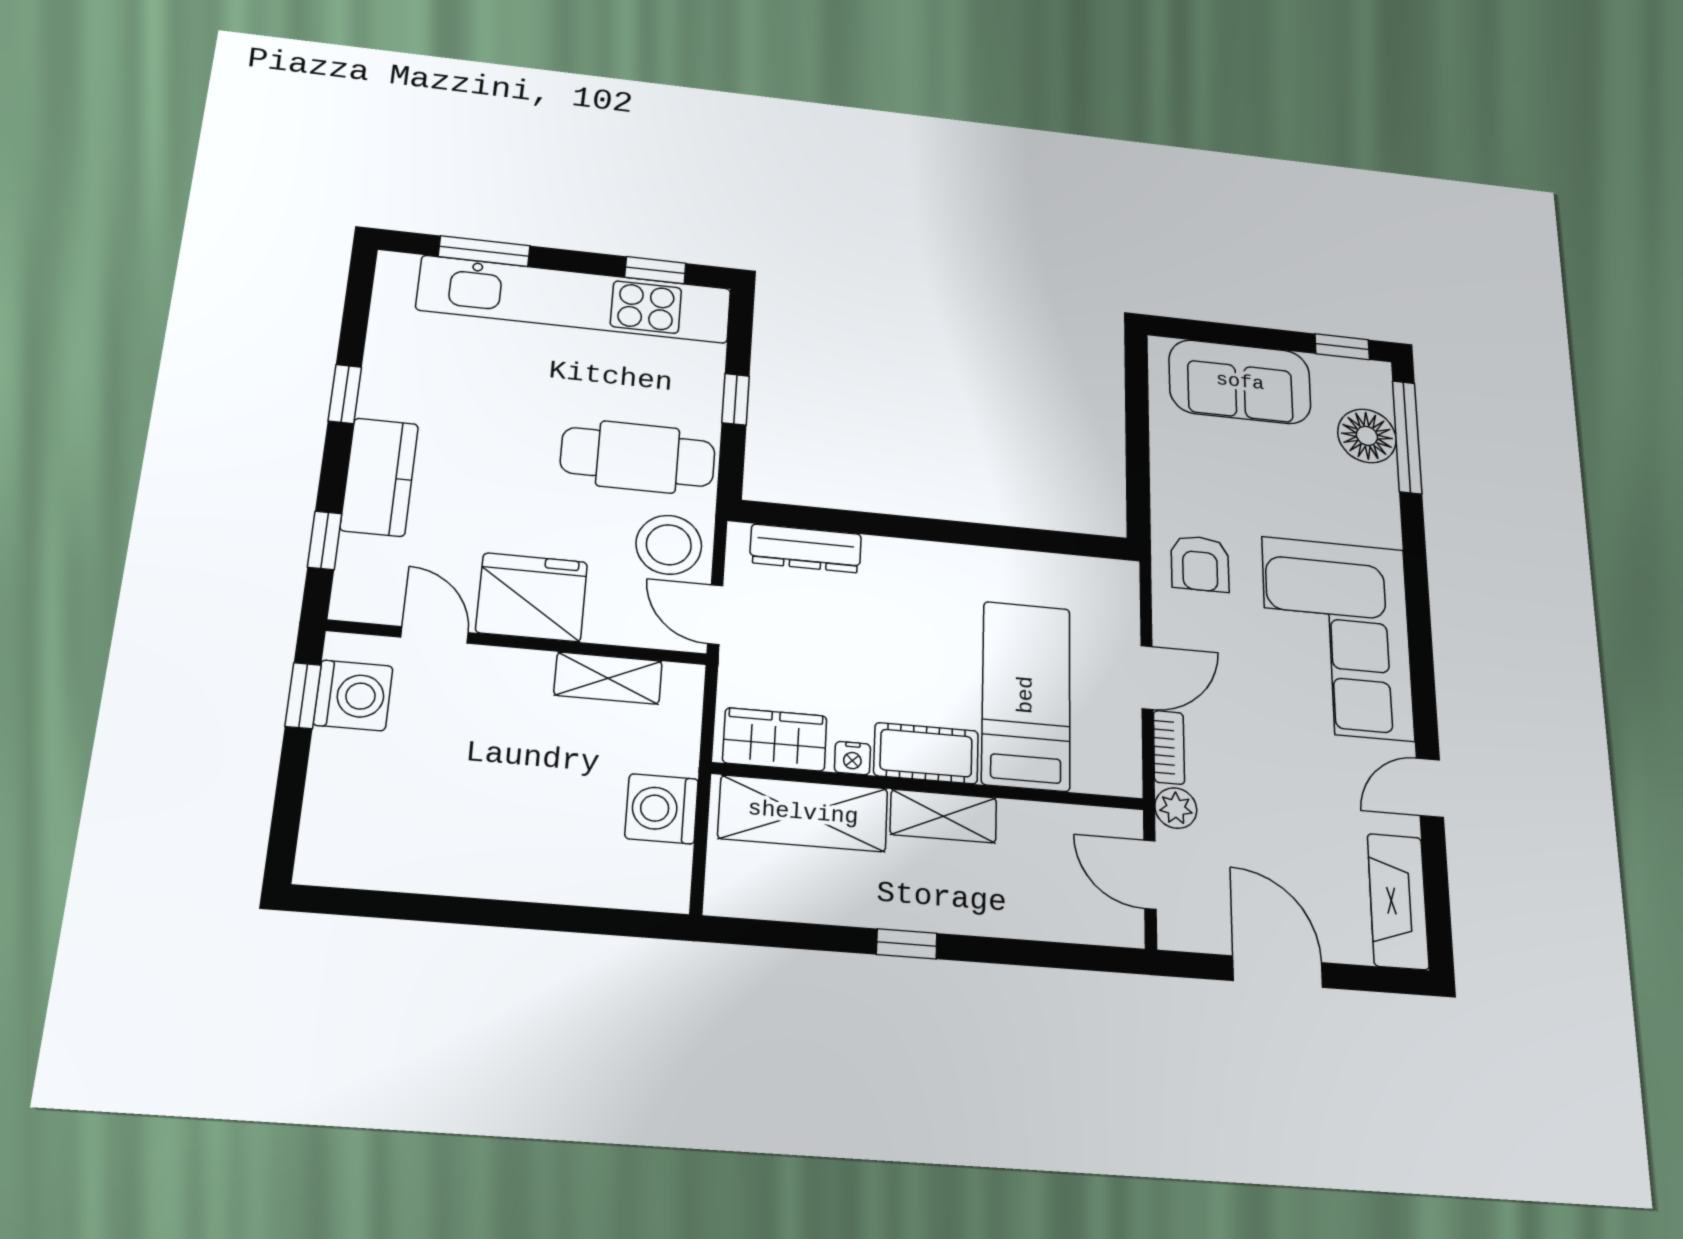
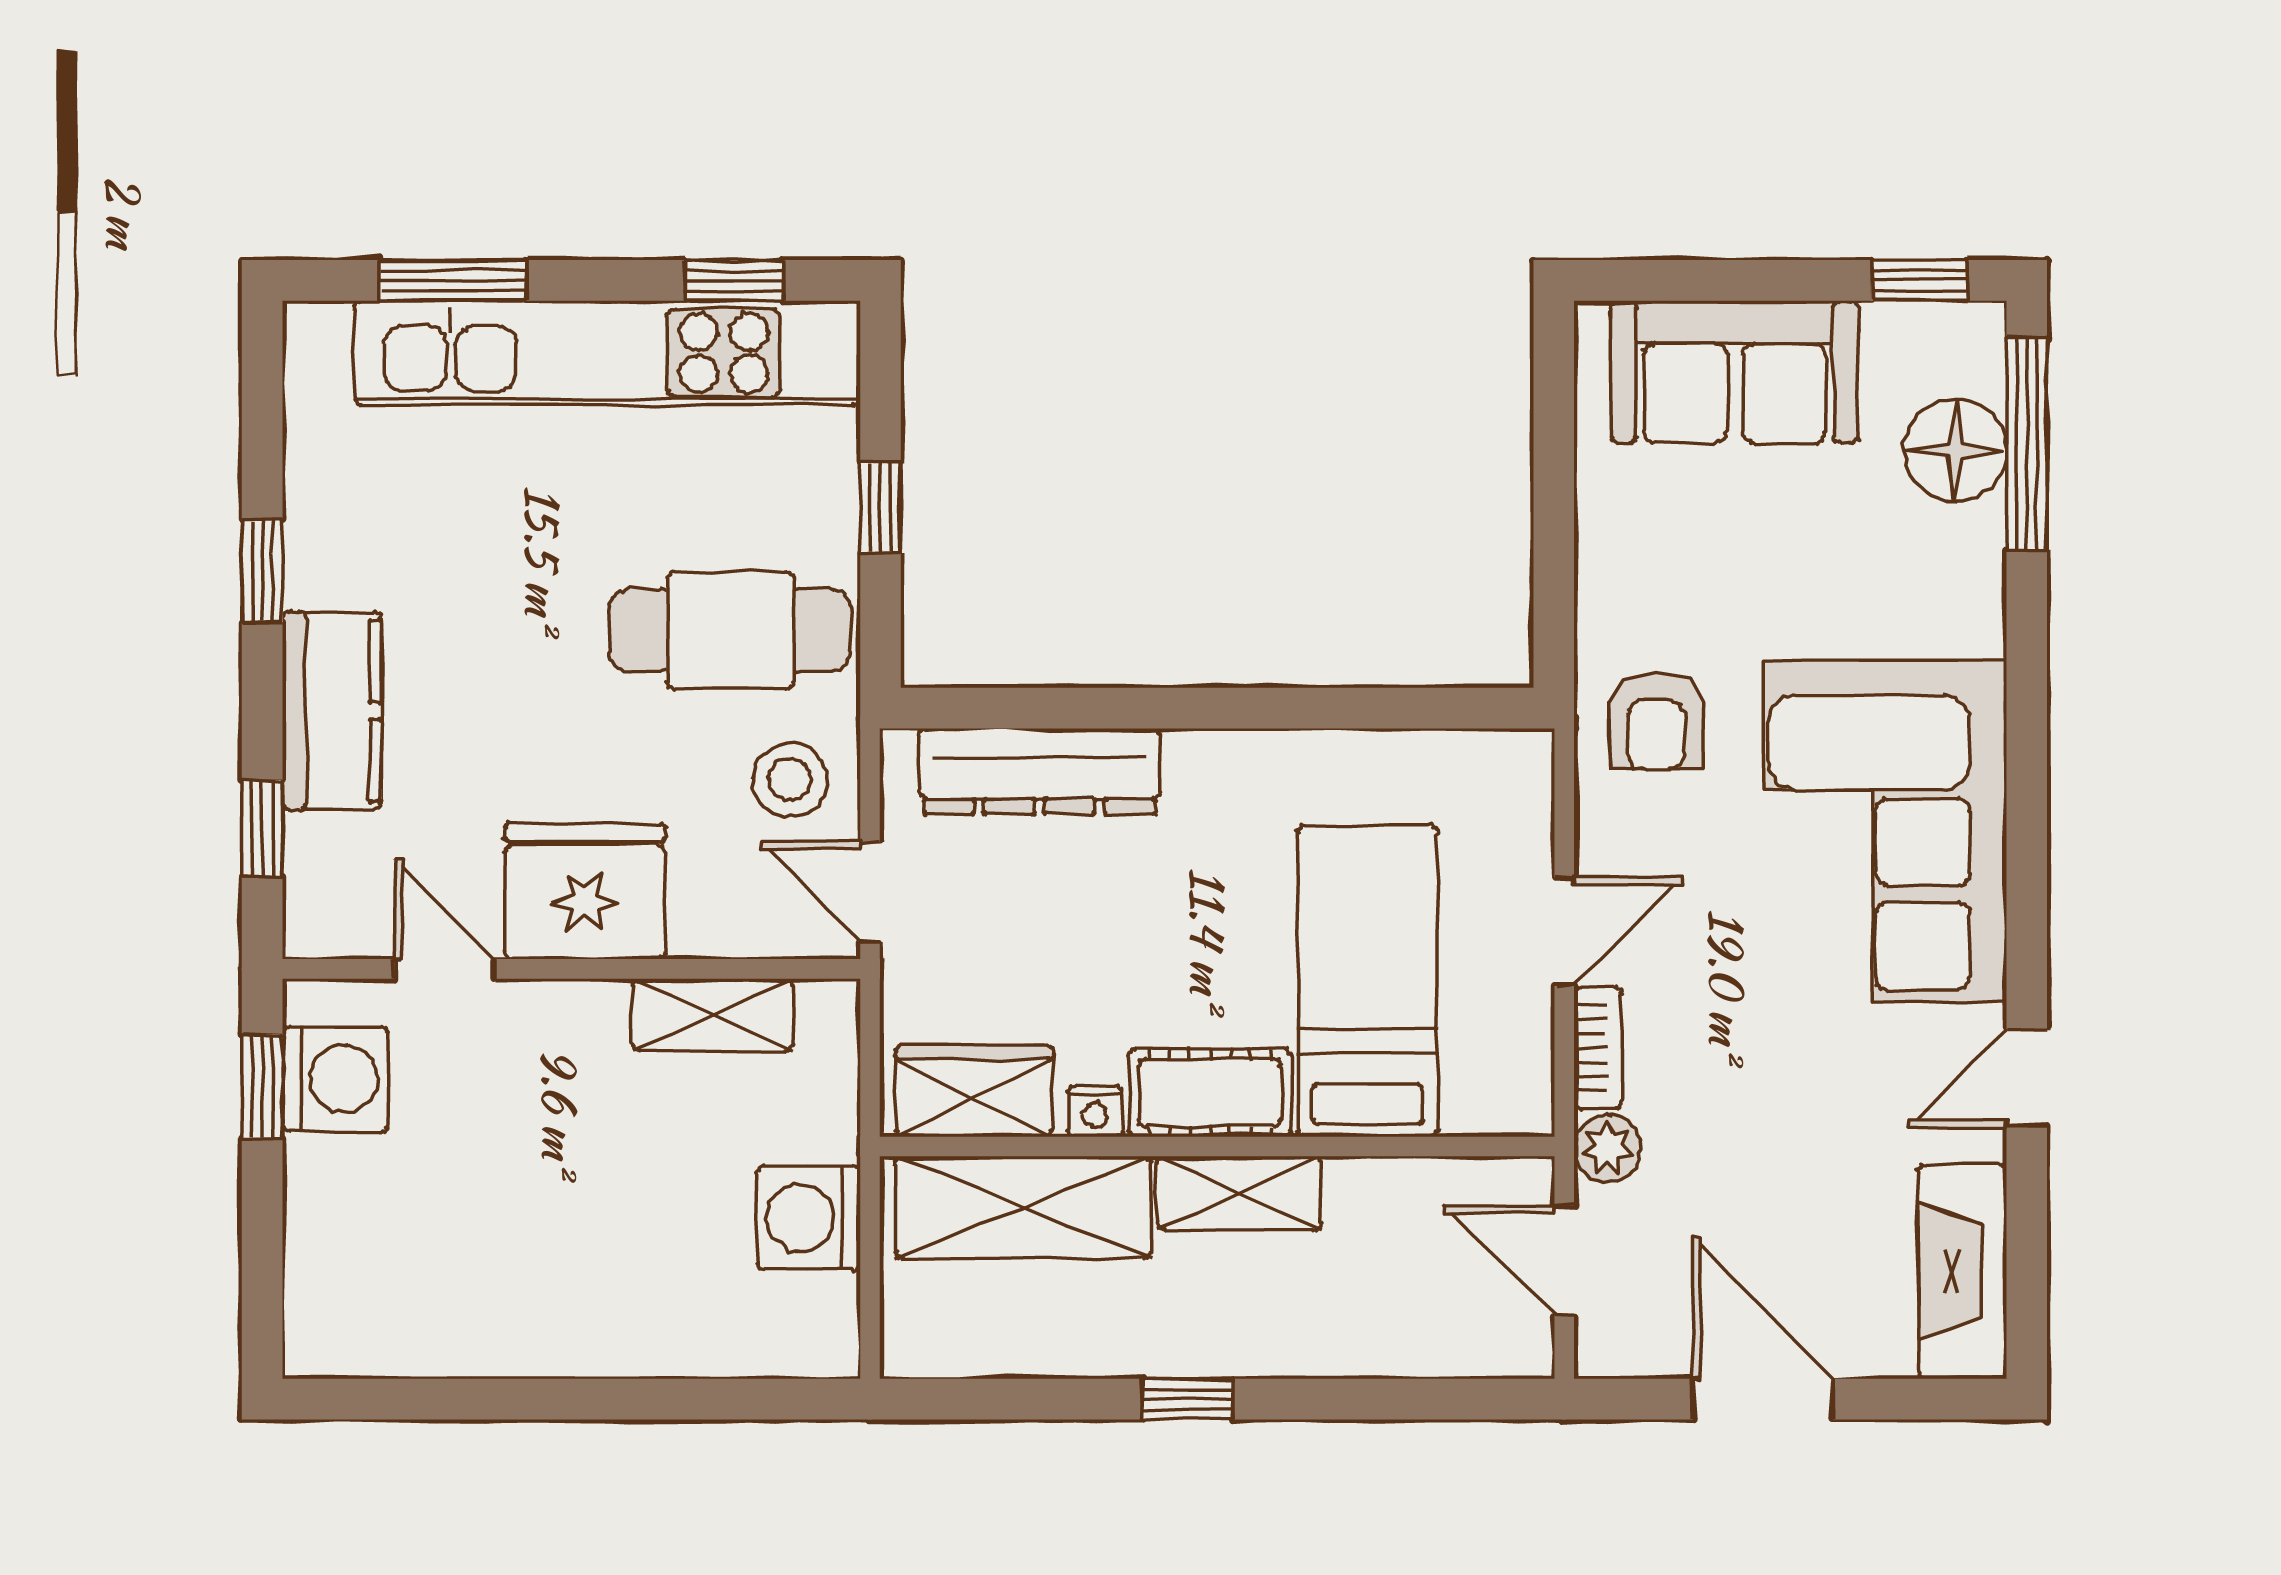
stool: (669, 545) -> (790, 780), width x0.73, depth x0.73
dresser: (806, 548) -> (1039, 771), width x1.37, depth x1.24

